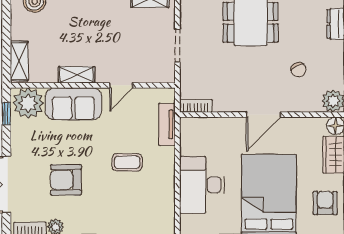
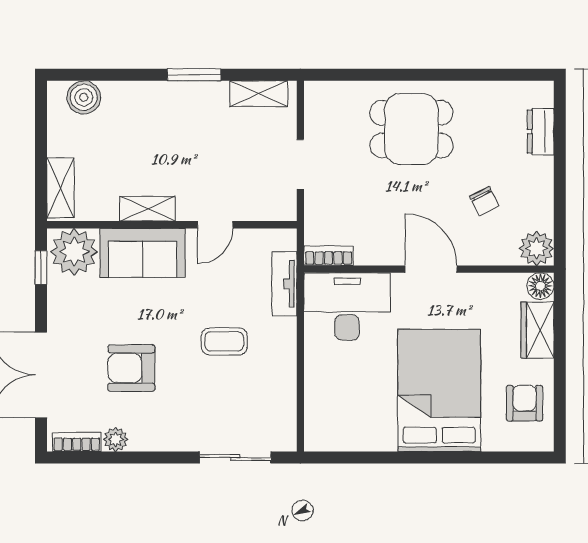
door: (264, 115) -> (431, 269), swing flipped
desk: (202, 185) -> (347, 306), moved, turned 90

